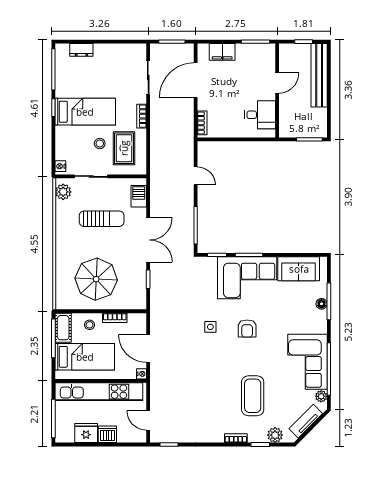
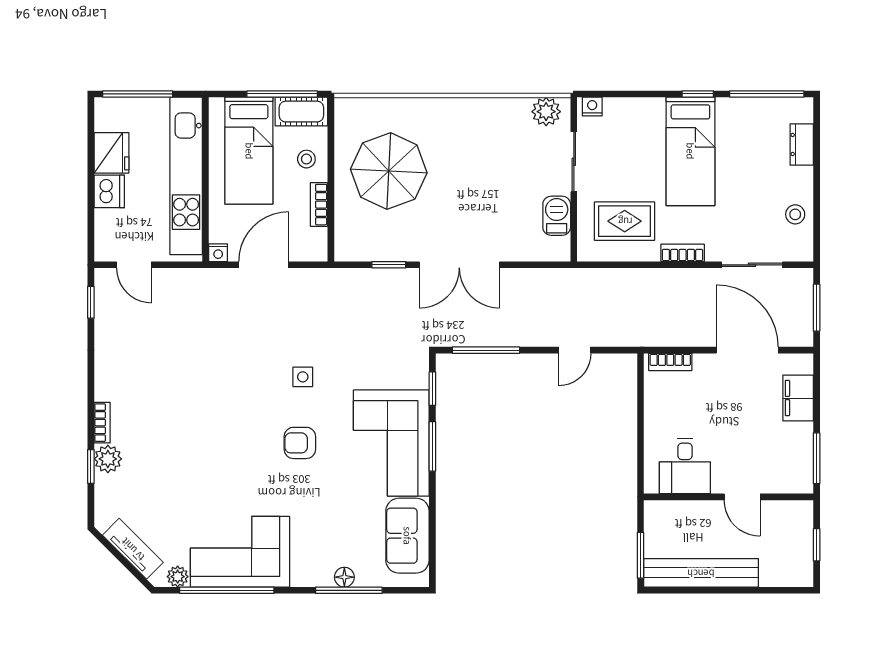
bench: (319, 75) -> (701, 573), moved
stool: (100, 143) -> (795, 214), moved
barbecue: (139, 196) -> (557, 216), moved, turned -90
sun lounger: (102, 219) -> (498, 181), removed
coffee table: (253, 396) -> (179, 453), removed
door: (148, 421) -> (134, 265), swing flipped
plant: (275, 435) -> (108, 459), moved

